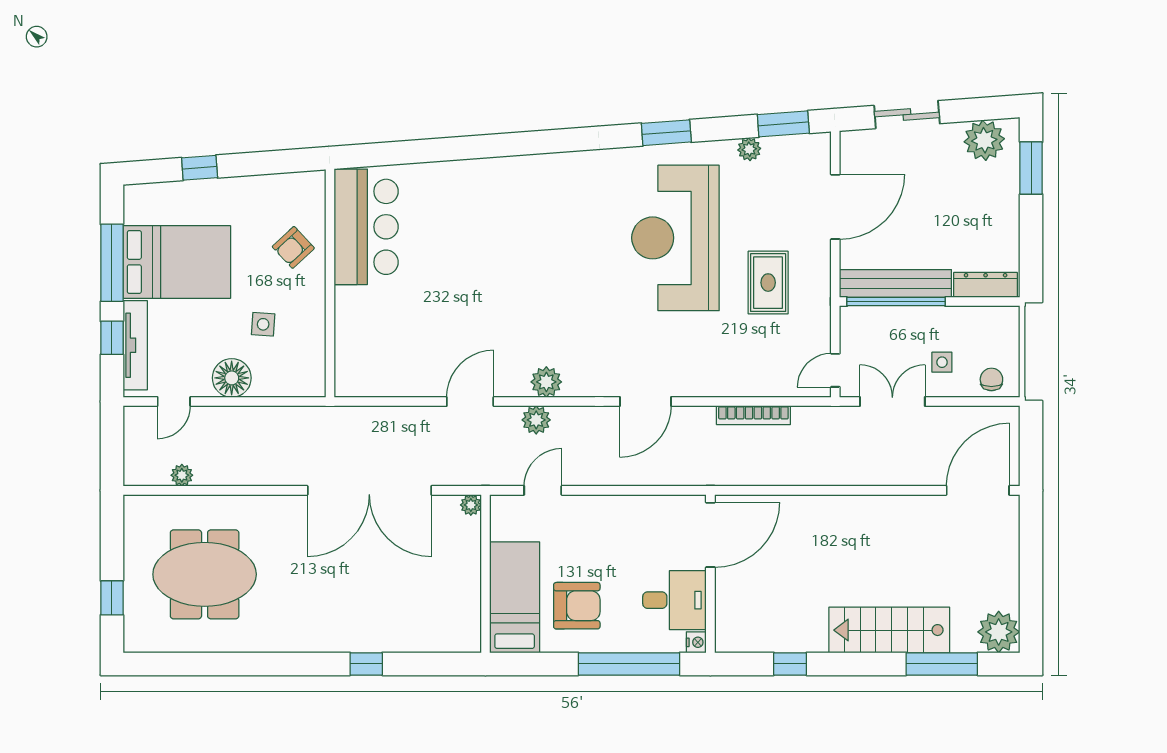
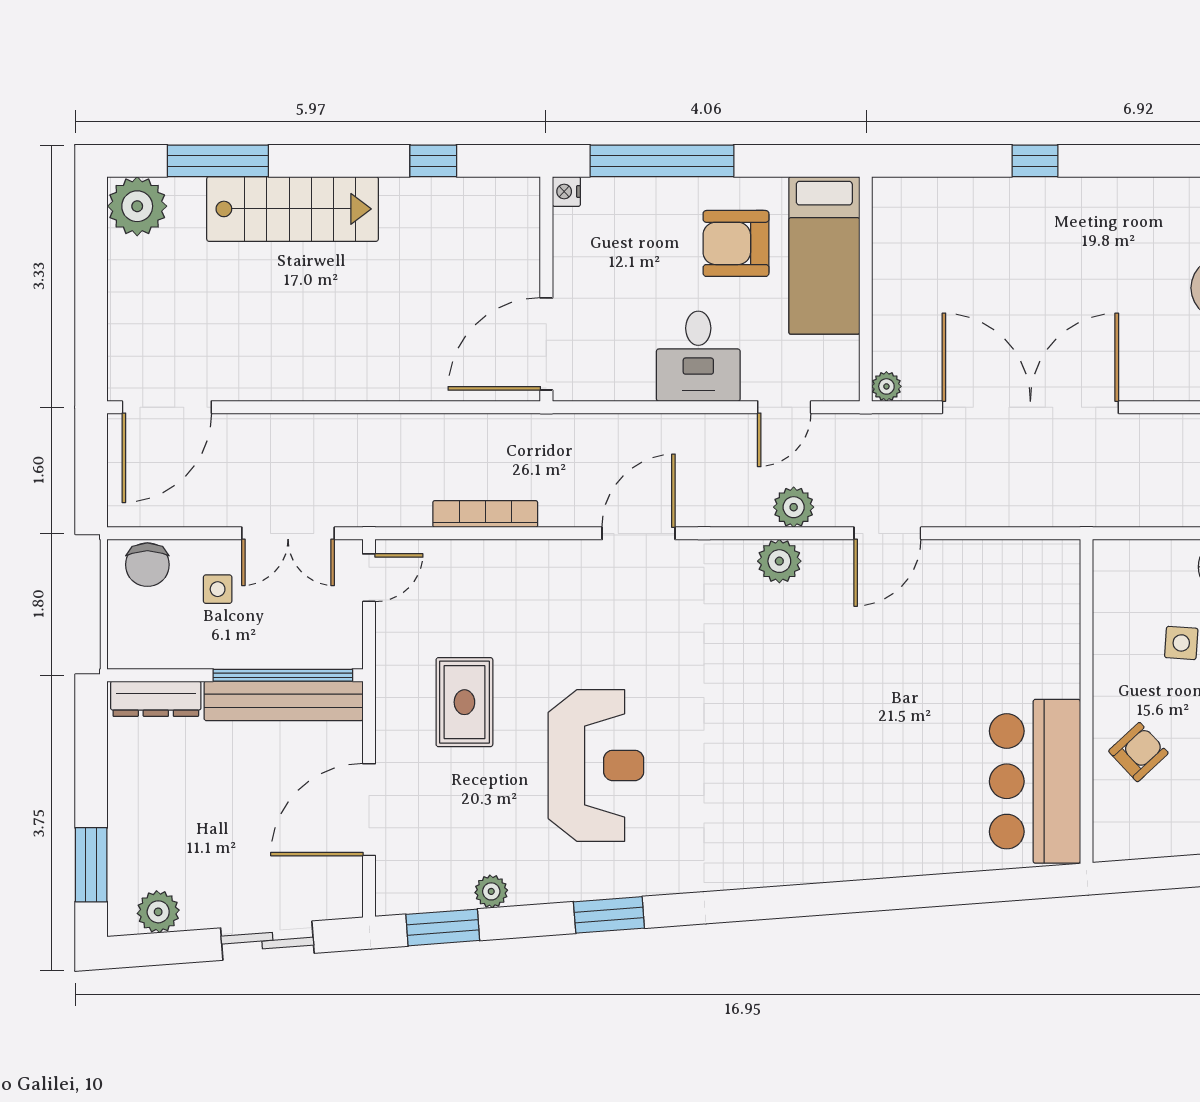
plant: (984, 140) -> (158, 912), width x0.73, depth x0.73
reception desk: (675, 238) -> (596, 765), width x0.74, depth x0.77
chair: (991, 379) -> (147, 565), width x1.37, depth x1.37
desk: (674, 600) -> (698, 356), moved, turned -90

